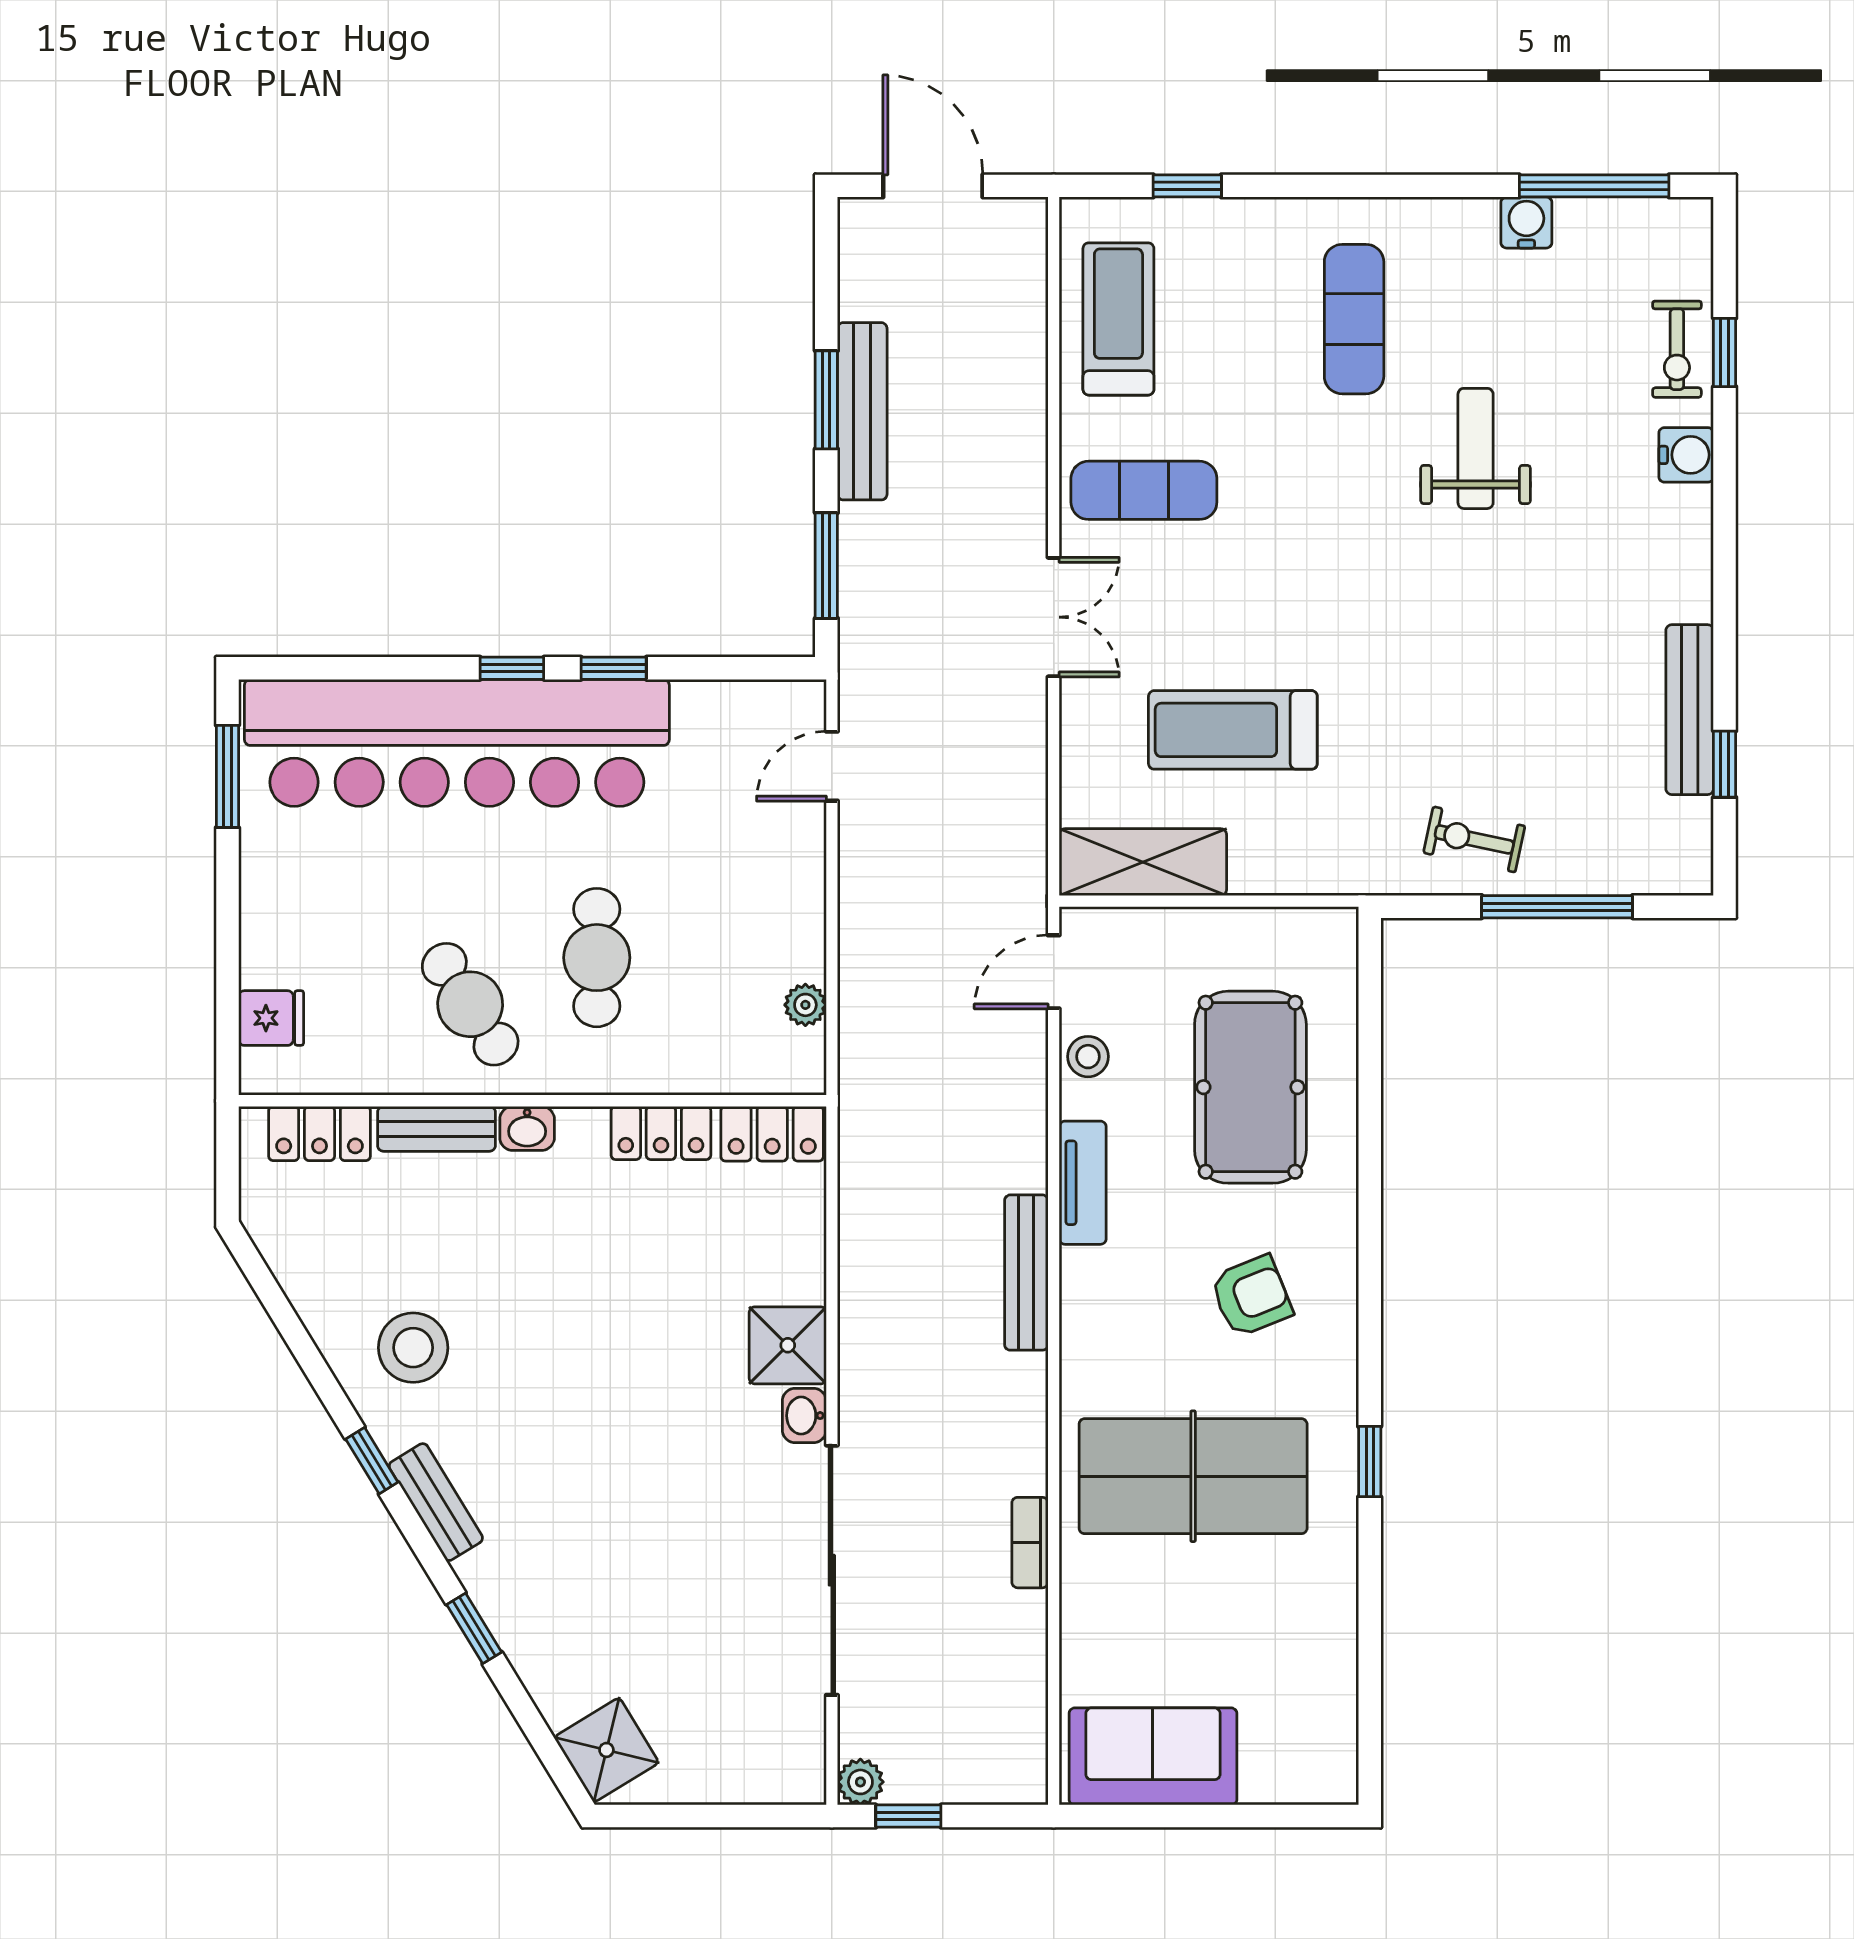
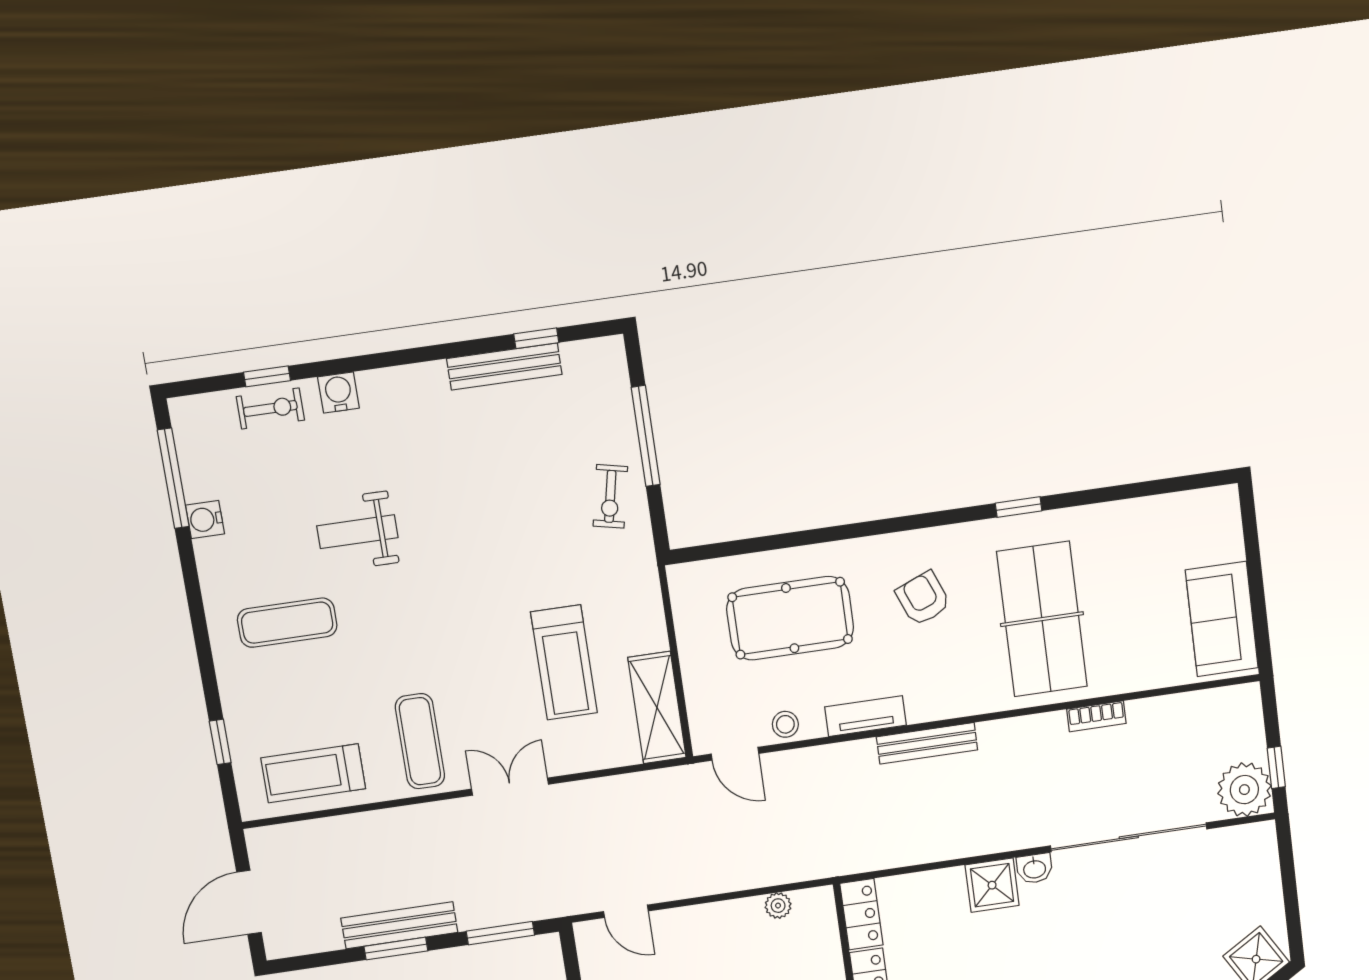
plant: (860, 1782) -> (1244, 790), width x1.88, depth x1.88

